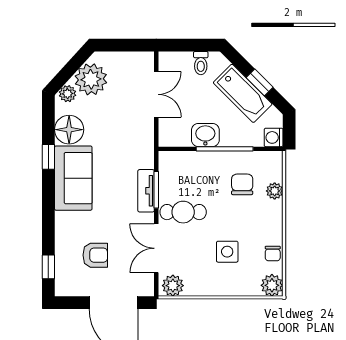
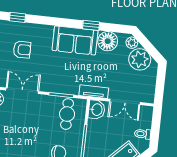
washbasin: (205, 135) -> (97, 110), moved
tv unit: (146, 191) -> (94, 92), moved
cafe table: (183, 212) -> (67, 114), moved
side table: (227, 252) -> (15, 138), removed
armchair: (95, 255) -> (22, 50), turned -90

